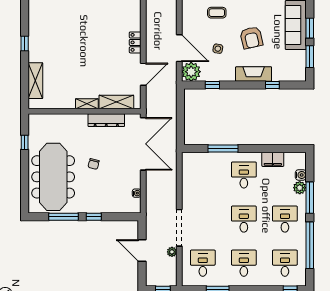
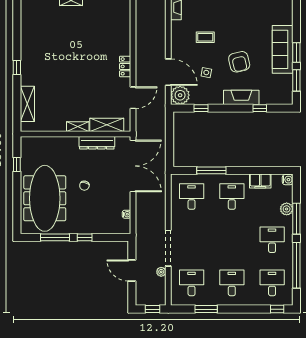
water cooler: (301, 175) -> (288, 180), moved
desk: (244, 219) -> (192, 196), moved

